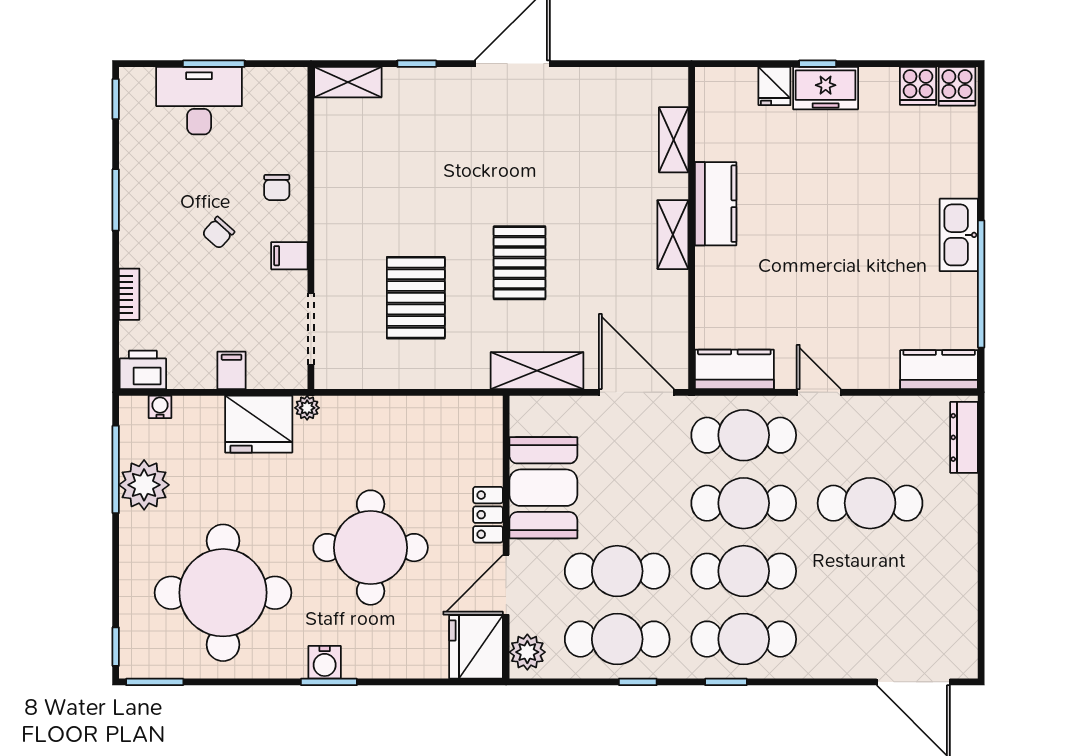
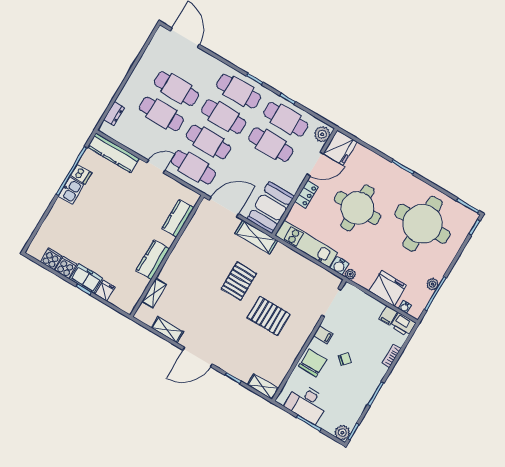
plant: (136, 84) -> (342, 433), added
cooker: (957, 86) -> (66, 267), moved
desk: (199, 101) -> (307, 403), moved
chair: (277, 187) -> (313, 363), width x1.87, depth x1.87
shelving: (673, 235) -> (167, 330), moved, turned 90
kitchen sink: (959, 235) -> (71, 191), width x0.73
dishwasher: (958, 289) -> (81, 174), added
pallet: (416, 298) -> (269, 316), moved, turned 90
kitchen counter: (734, 369) -> (178, 218), moved, turned 90
filing cabinet: (232, 370) -> (388, 316), moved
kitchen counter: (939, 370) -> (113, 153), width x1.50
door: (637, 392) -> (224, 207), swing flipped
door: (819, 392) -> (156, 167), swing flipped
kitchen unit: (430, 416) -> (306, 244), added
fridge: (259, 424) -> (388, 288), moved
dresser: (964, 437) -> (114, 114), width x0.70
plant: (144, 485) -> (432, 284), width x0.53, depth x0.53
booth: (543, 488) -> (271, 208), moved
cafe table: (870, 571) -> (176, 89), added
water cooler: (325, 662) -> (340, 266), moved, turned 180

